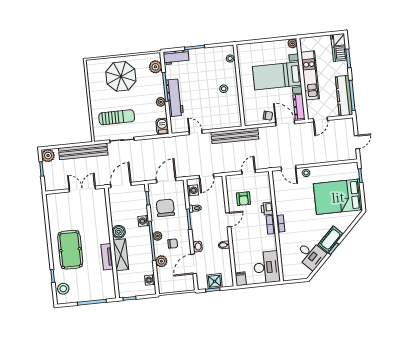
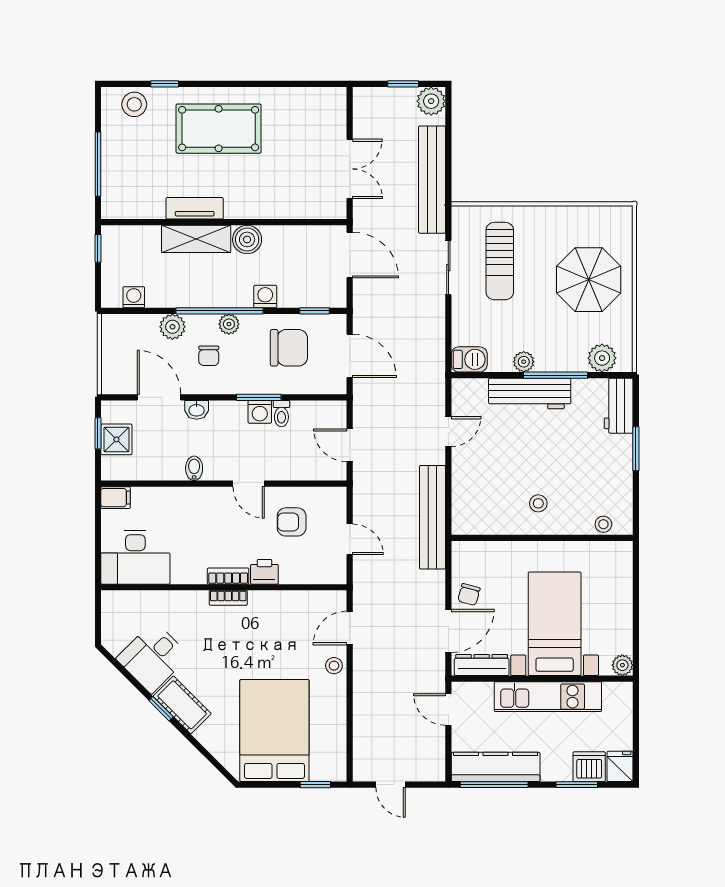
washing machine: (193, 190) -> (260, 412), moved

